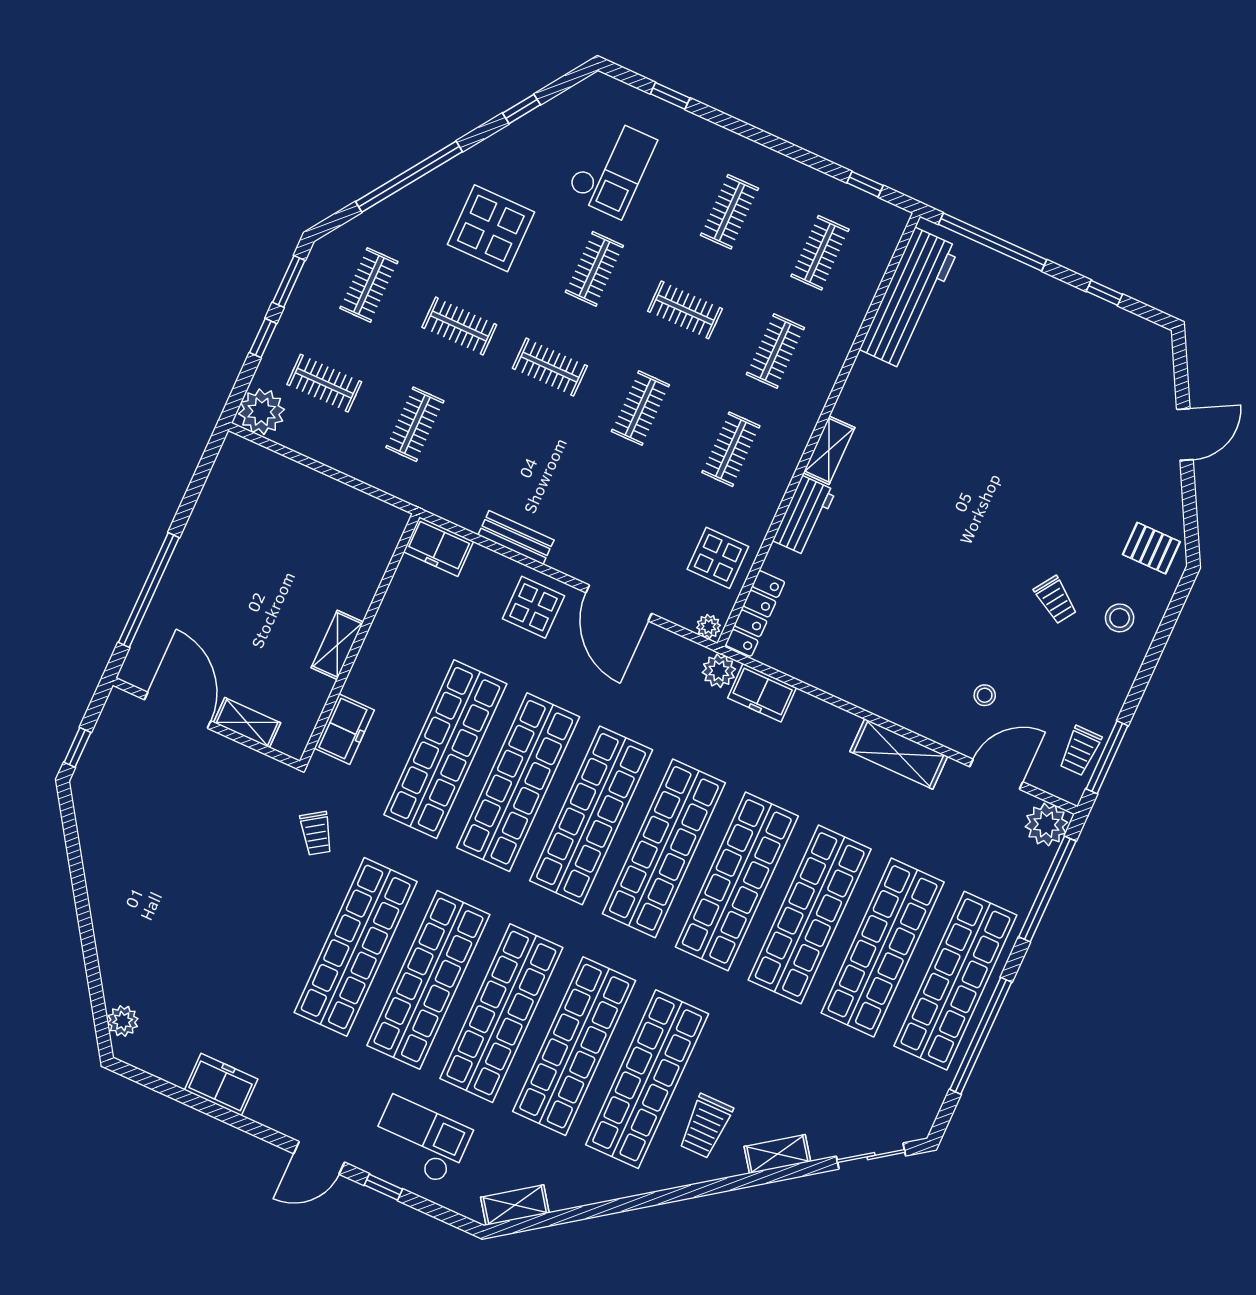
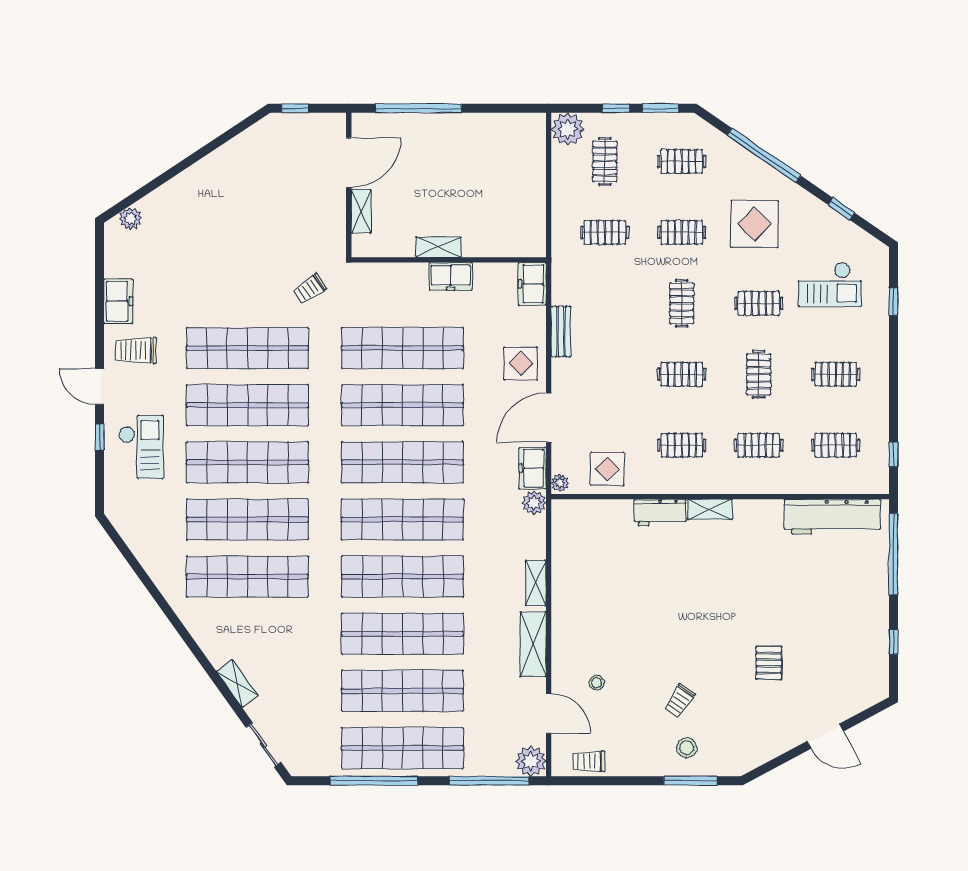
clothes rail: (459, 326) -> (682, 232), turned 90
pallet: (1151, 548) -> (769, 663), moved
locker: (755, 614) -> (582, 509), removed
freezer: (762, 693) -> (532, 468), moved
freezer: (344, 729) -> (451, 276), moved
window: (1107, 757) -> (690, 781), moved
trolley: (706, 1126) -> (136, 350), moved
shelving: (515, 1205) -> (536, 583), moved, turned 36

